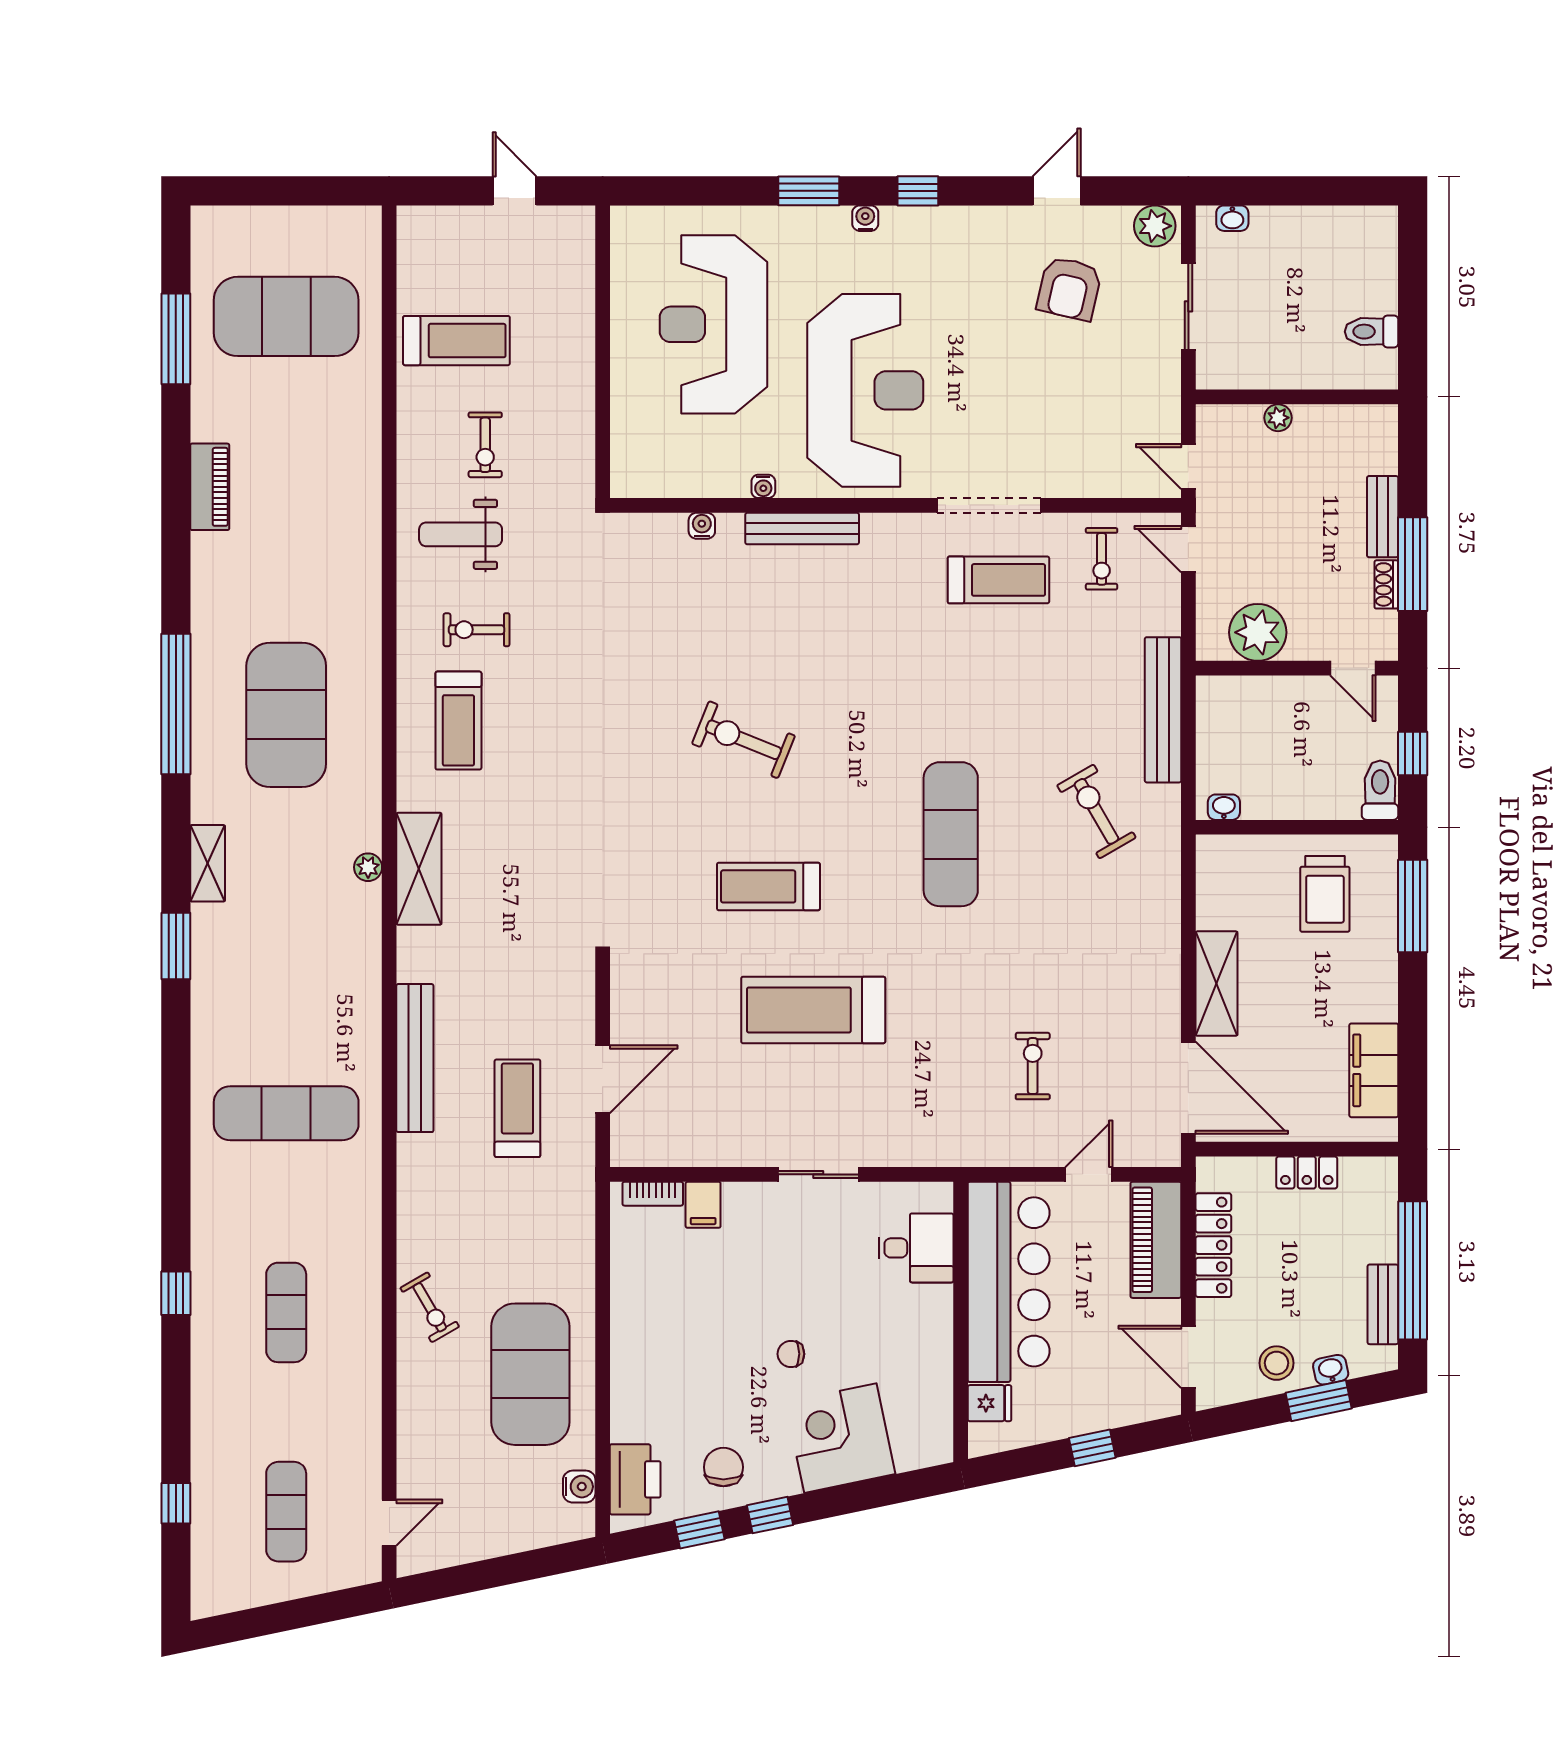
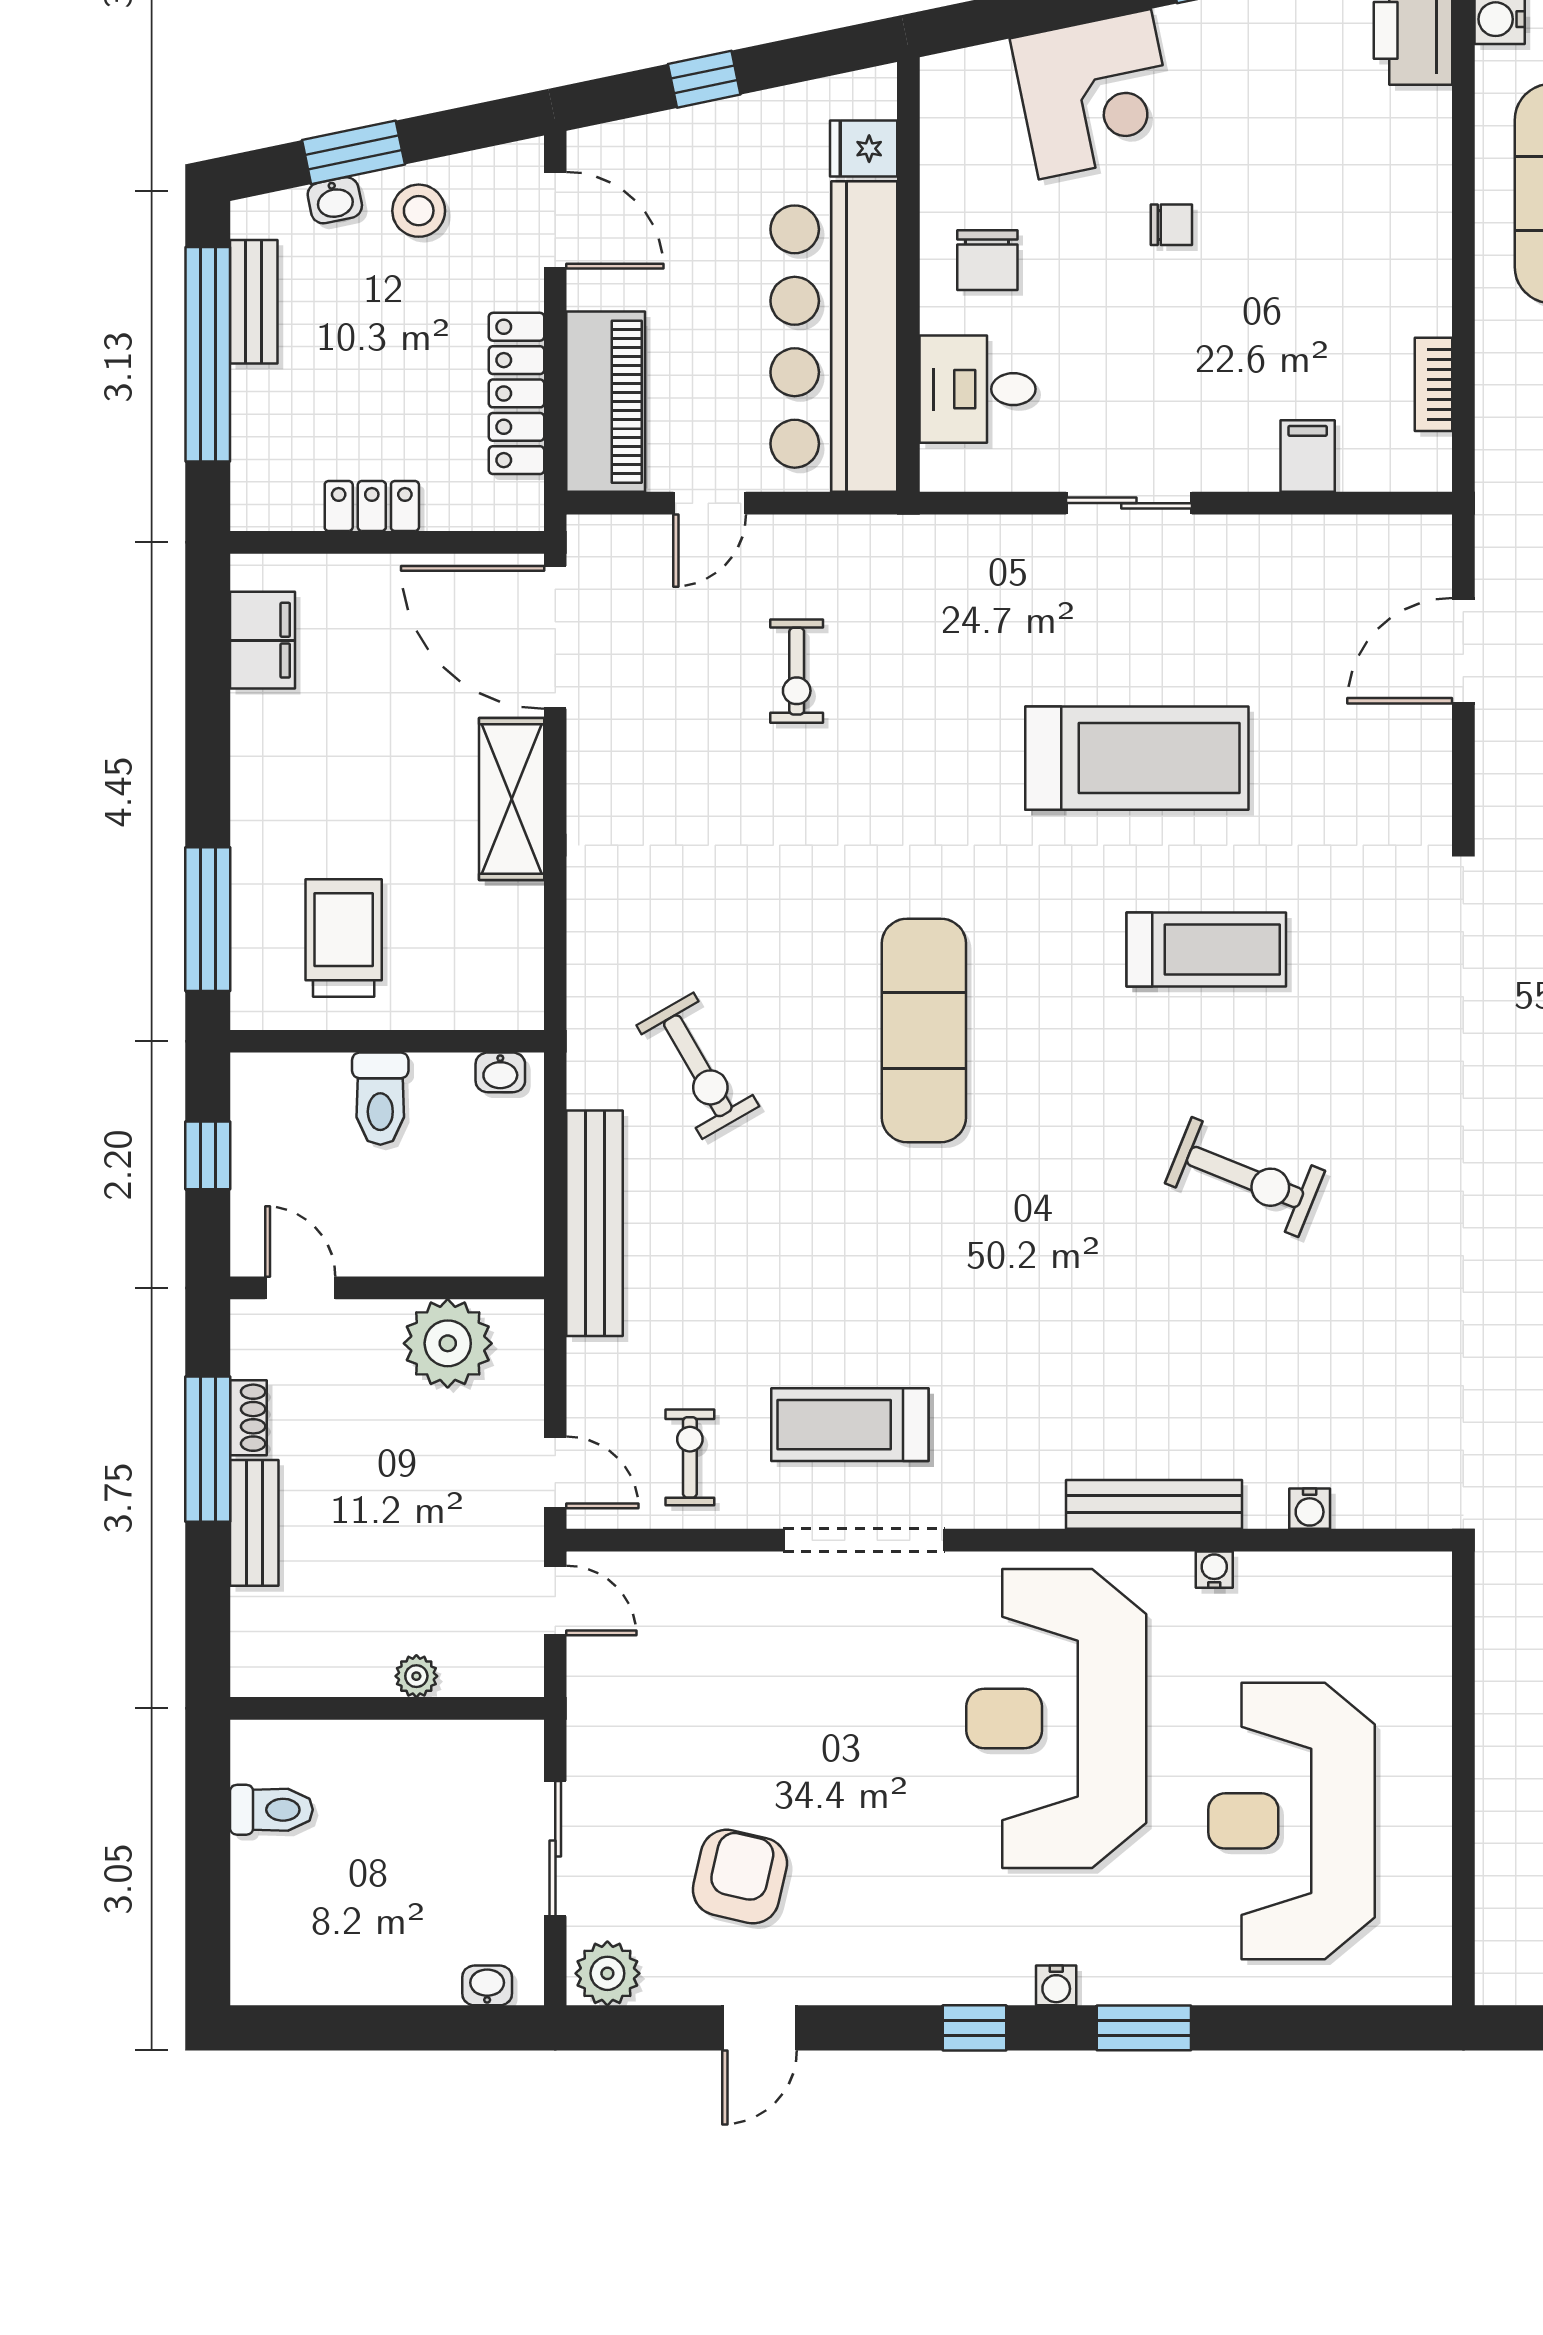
reception desk: (713, 324) -> (1292, 1821), turned 180
toilet: (1380, 790) -> (380, 1099), moved
filing cabinet: (1374, 1070) -> (262, 640), width x0.67, depth x0.86
bookcase: (653, 1194) -> (1434, 384), moved, turned -90
chair: (723, 1467) -> (987, 260), moved

